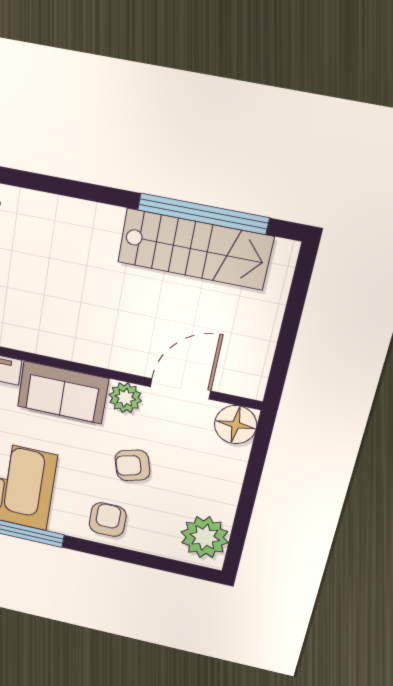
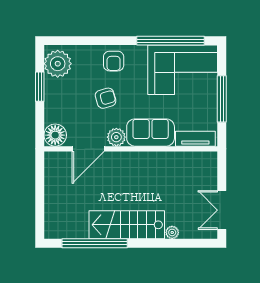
plant: (50, 206) -> (172, 232), added
stairs: (195, 249) -> (127, 225), moved
window: (245, 509) -> (40, 87), added

